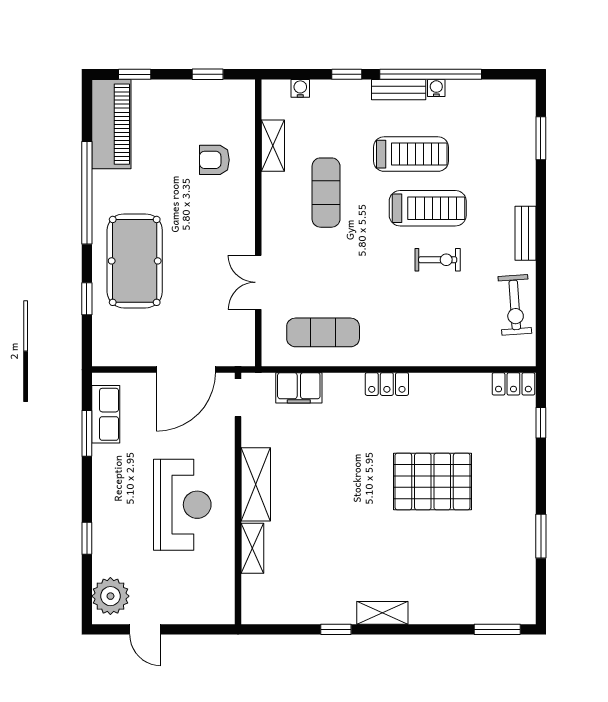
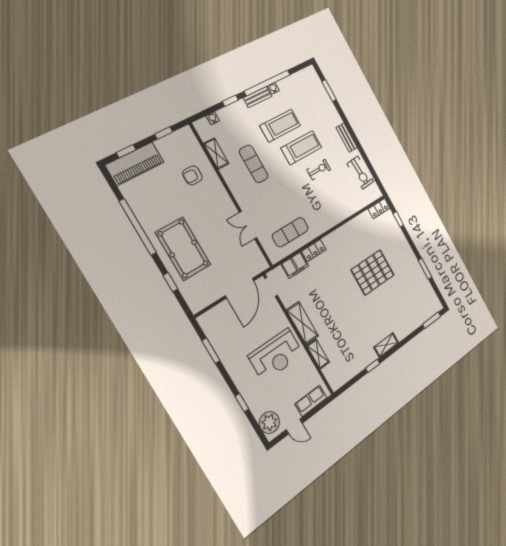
piano: (111, 124) -> (135, 164), moved, turned 90
locker: (387, 384) -> (314, 250), moved
row of seats: (106, 414) -> (311, 401), moved, turned -90
reception desk: (182, 505) -> (276, 355), turned 90

